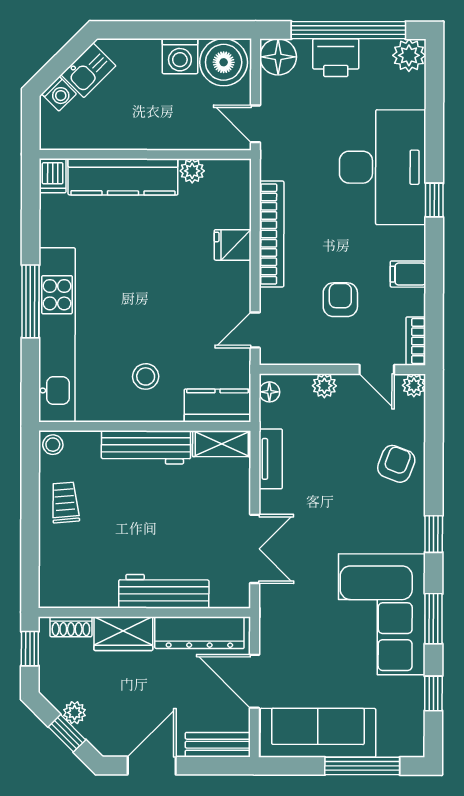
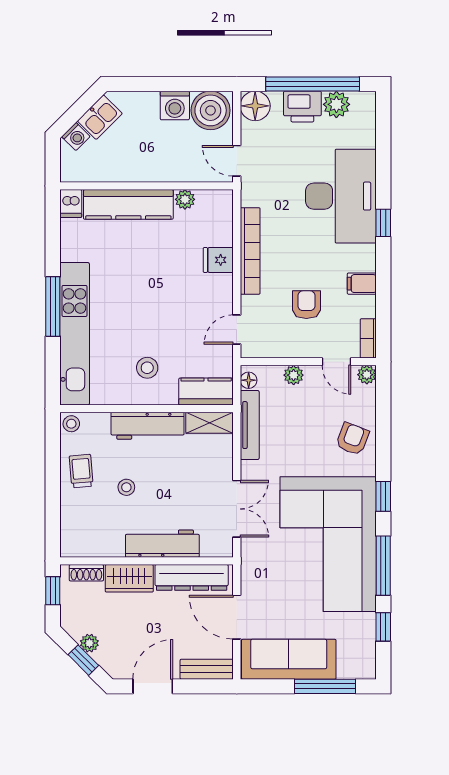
plant: (409, 55) -> (336, 104), moved
tv unit: (271, 459) -> (250, 425), width x1.41
stool: (120, 522) -> (126, 487), added
corner sofa: (382, 614) -> (328, 544), width x1.36, depth x1.36
window: (434, 619) -> (383, 566), width x1.44

